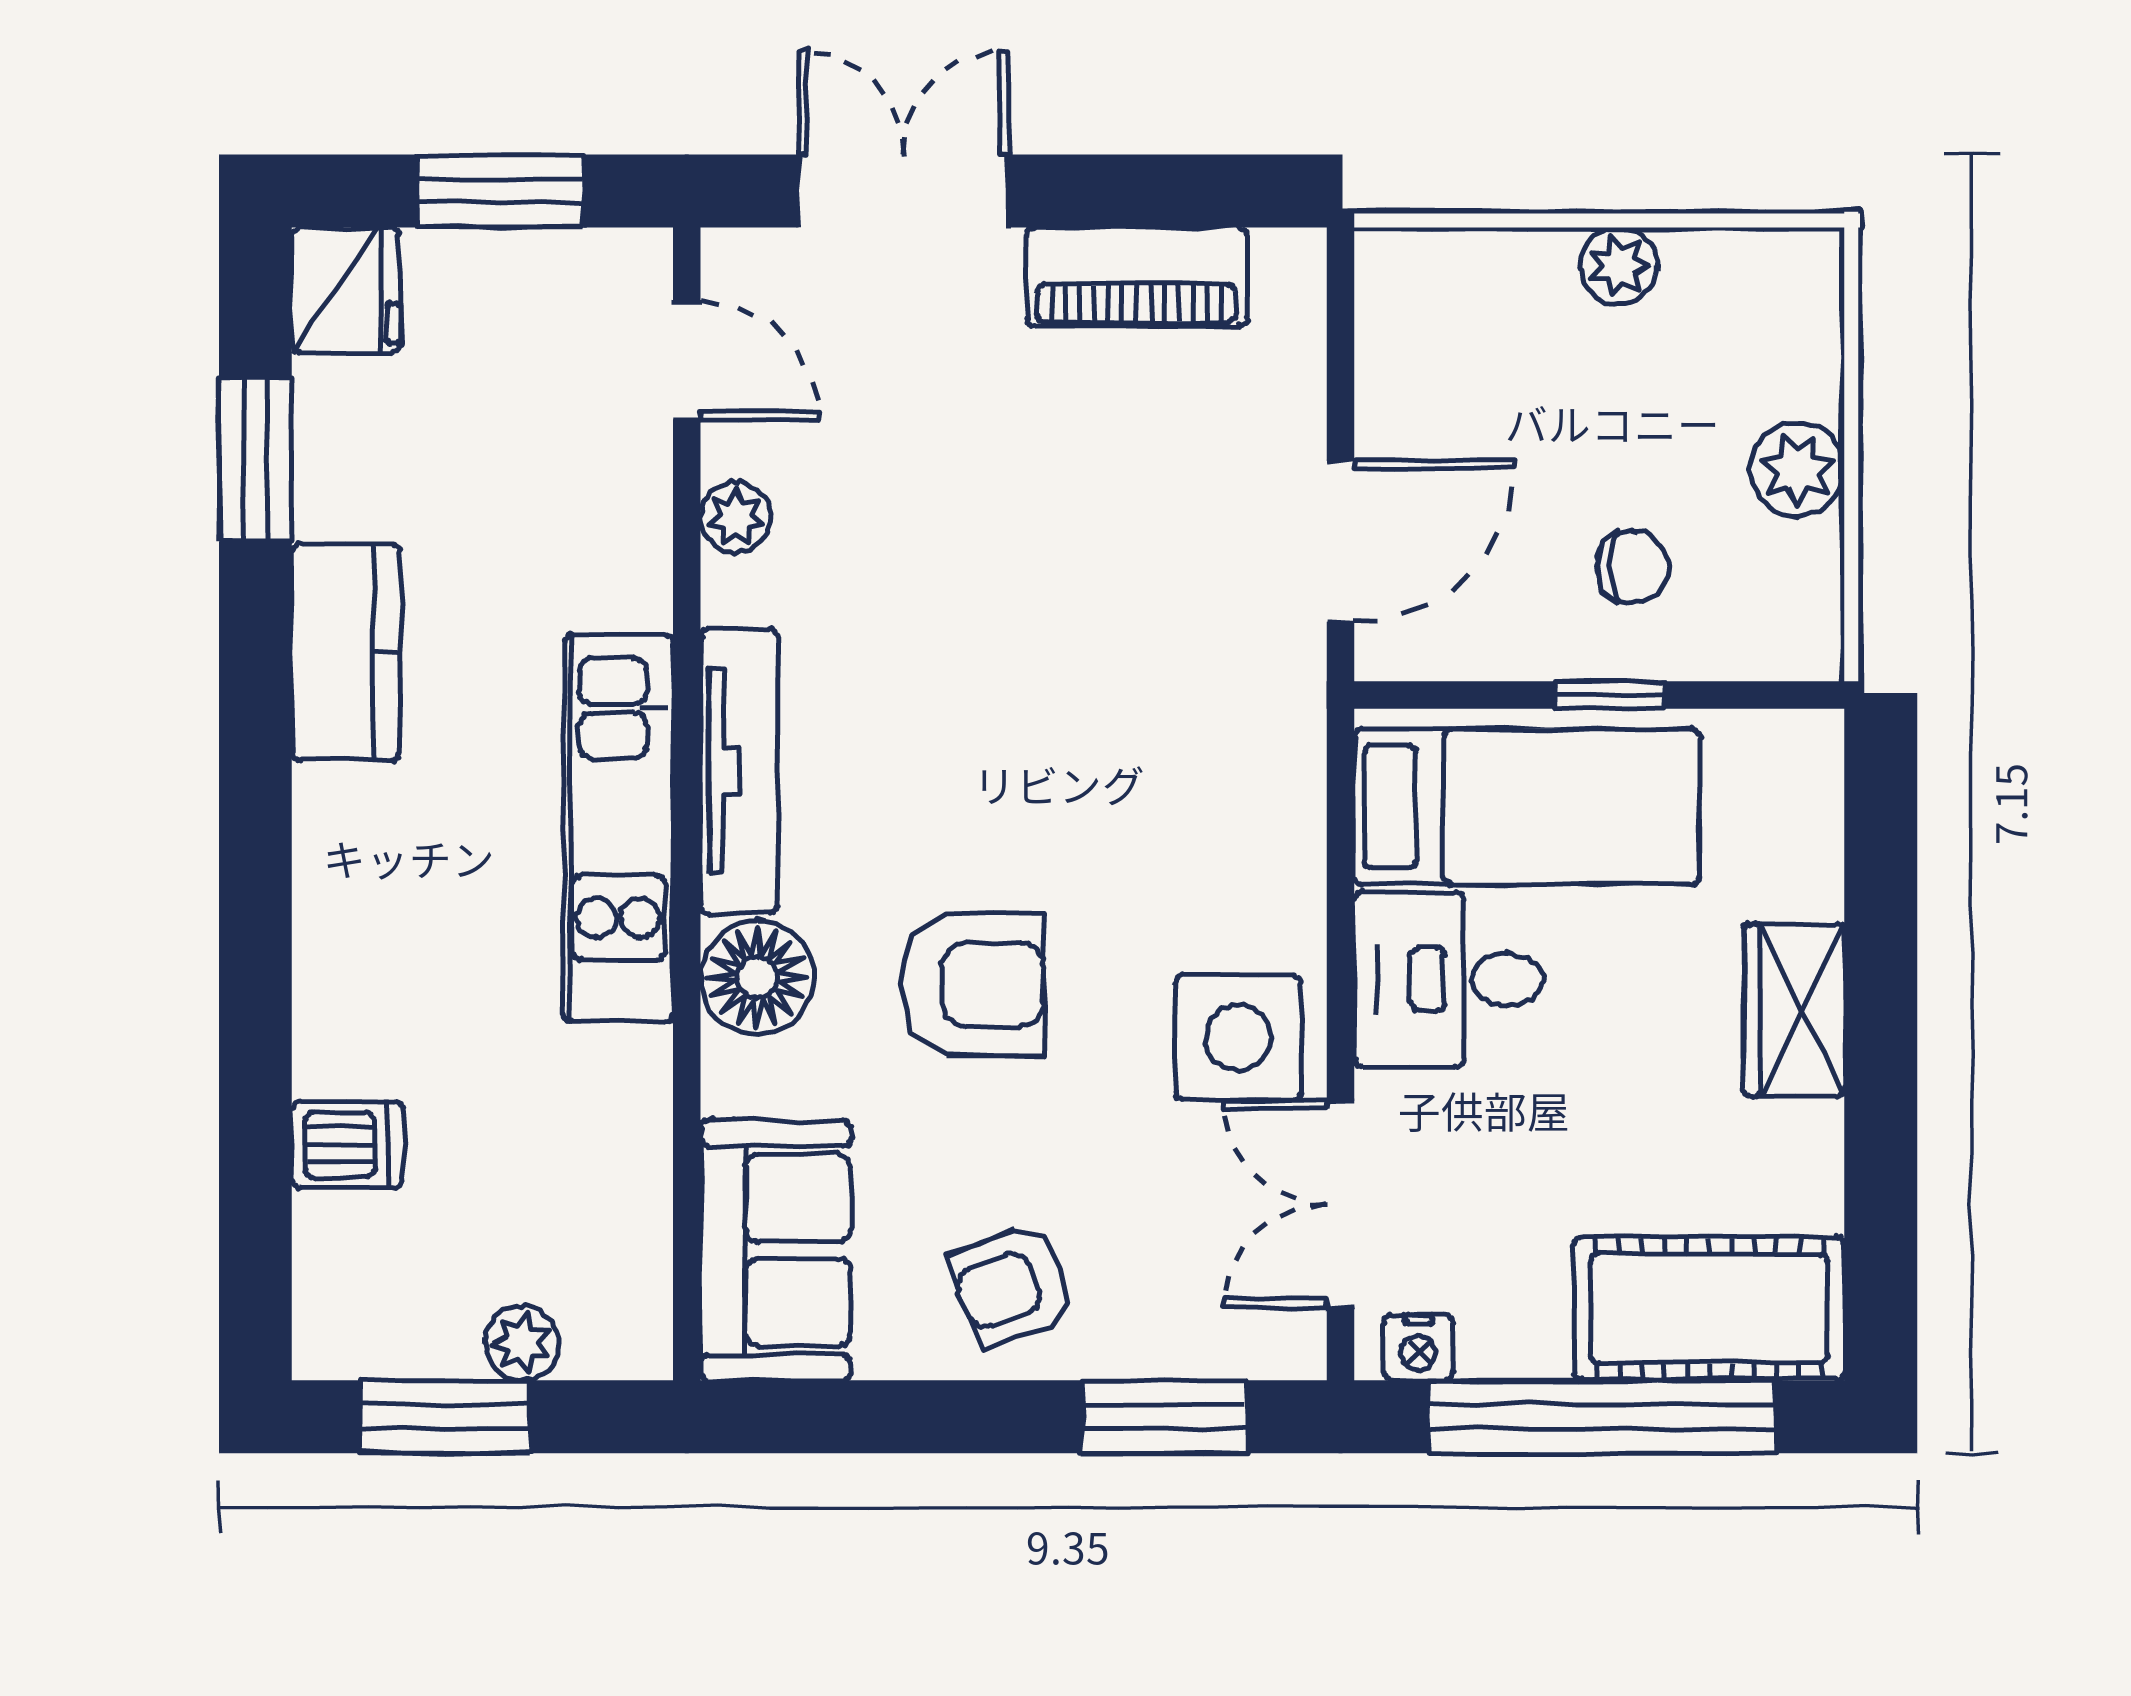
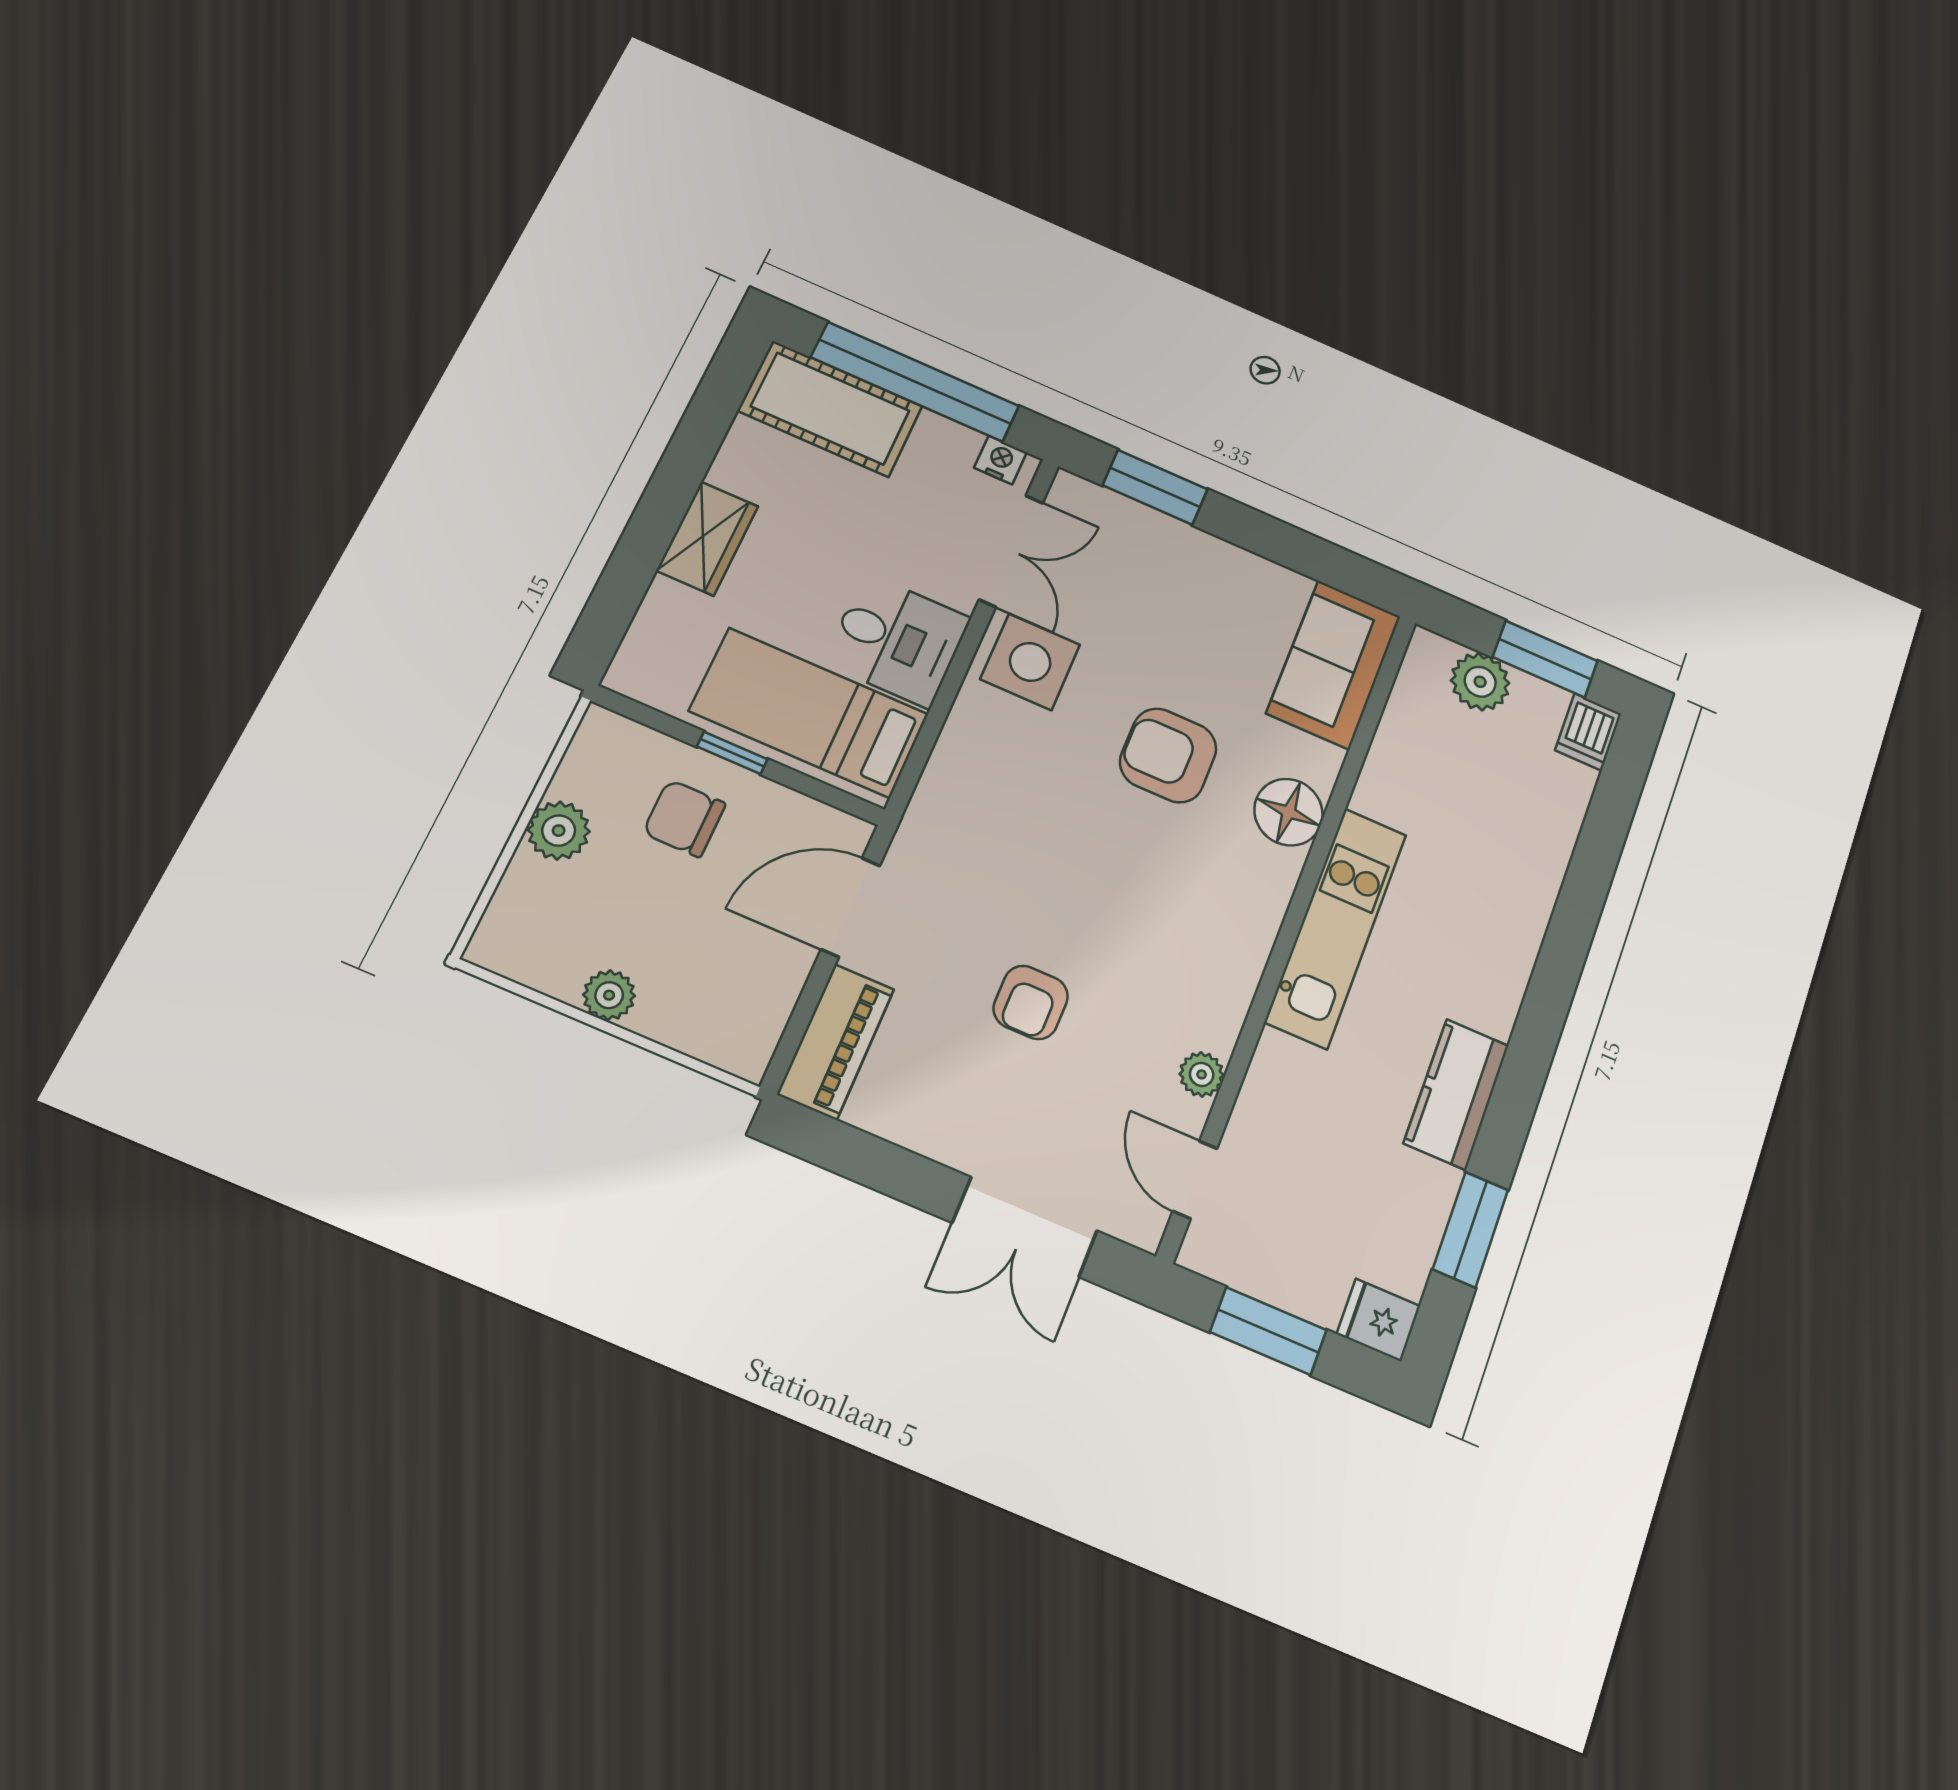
piano: (1137, 277) -> (836, 1041), moved, turned 90
fridge: (346, 290) -> (1379, 1320), width x0.72
chair: (1632, 566) -> (684, 818), width x1.37, depth x1.37
tv unit: (739, 771) -> (1255, 929), removed
dishwasher: (348, 1145) -> (1588, 732), moved, turned -90
armchair: (1012, 1286) -> (1031, 1002), moved, turned 111
plant: (522, 1343) -> (1480, 682), width x1.38, depth x1.38

